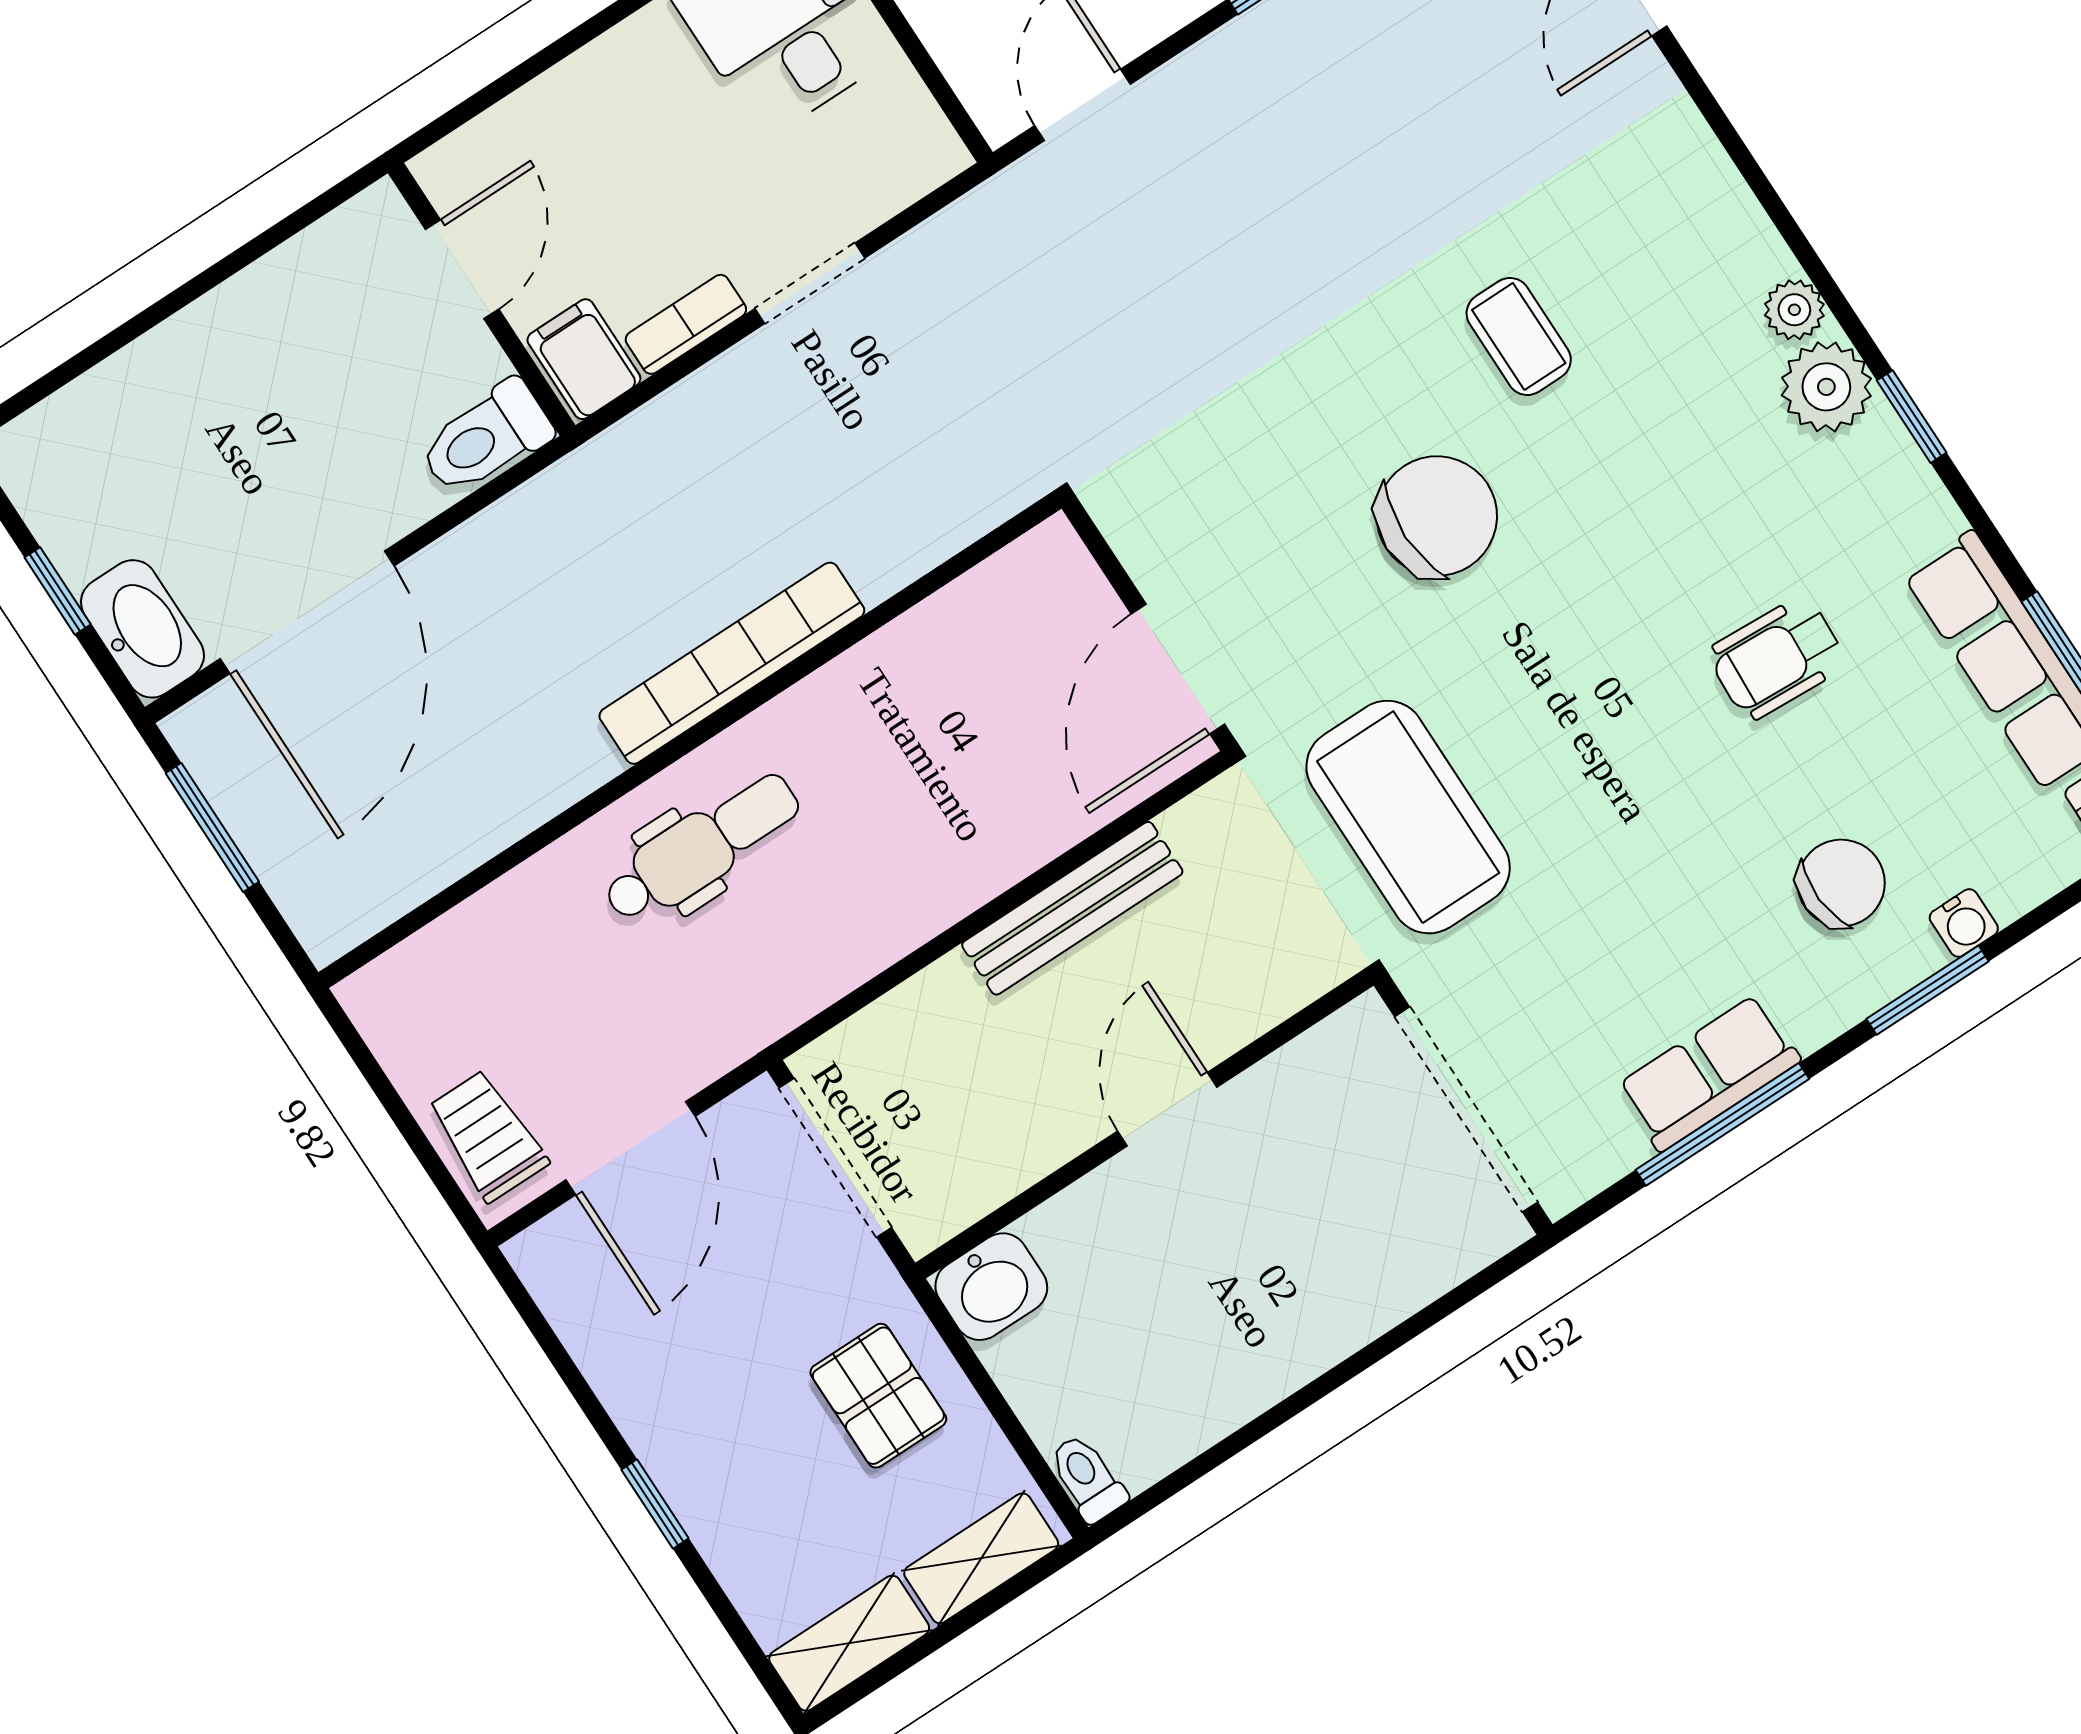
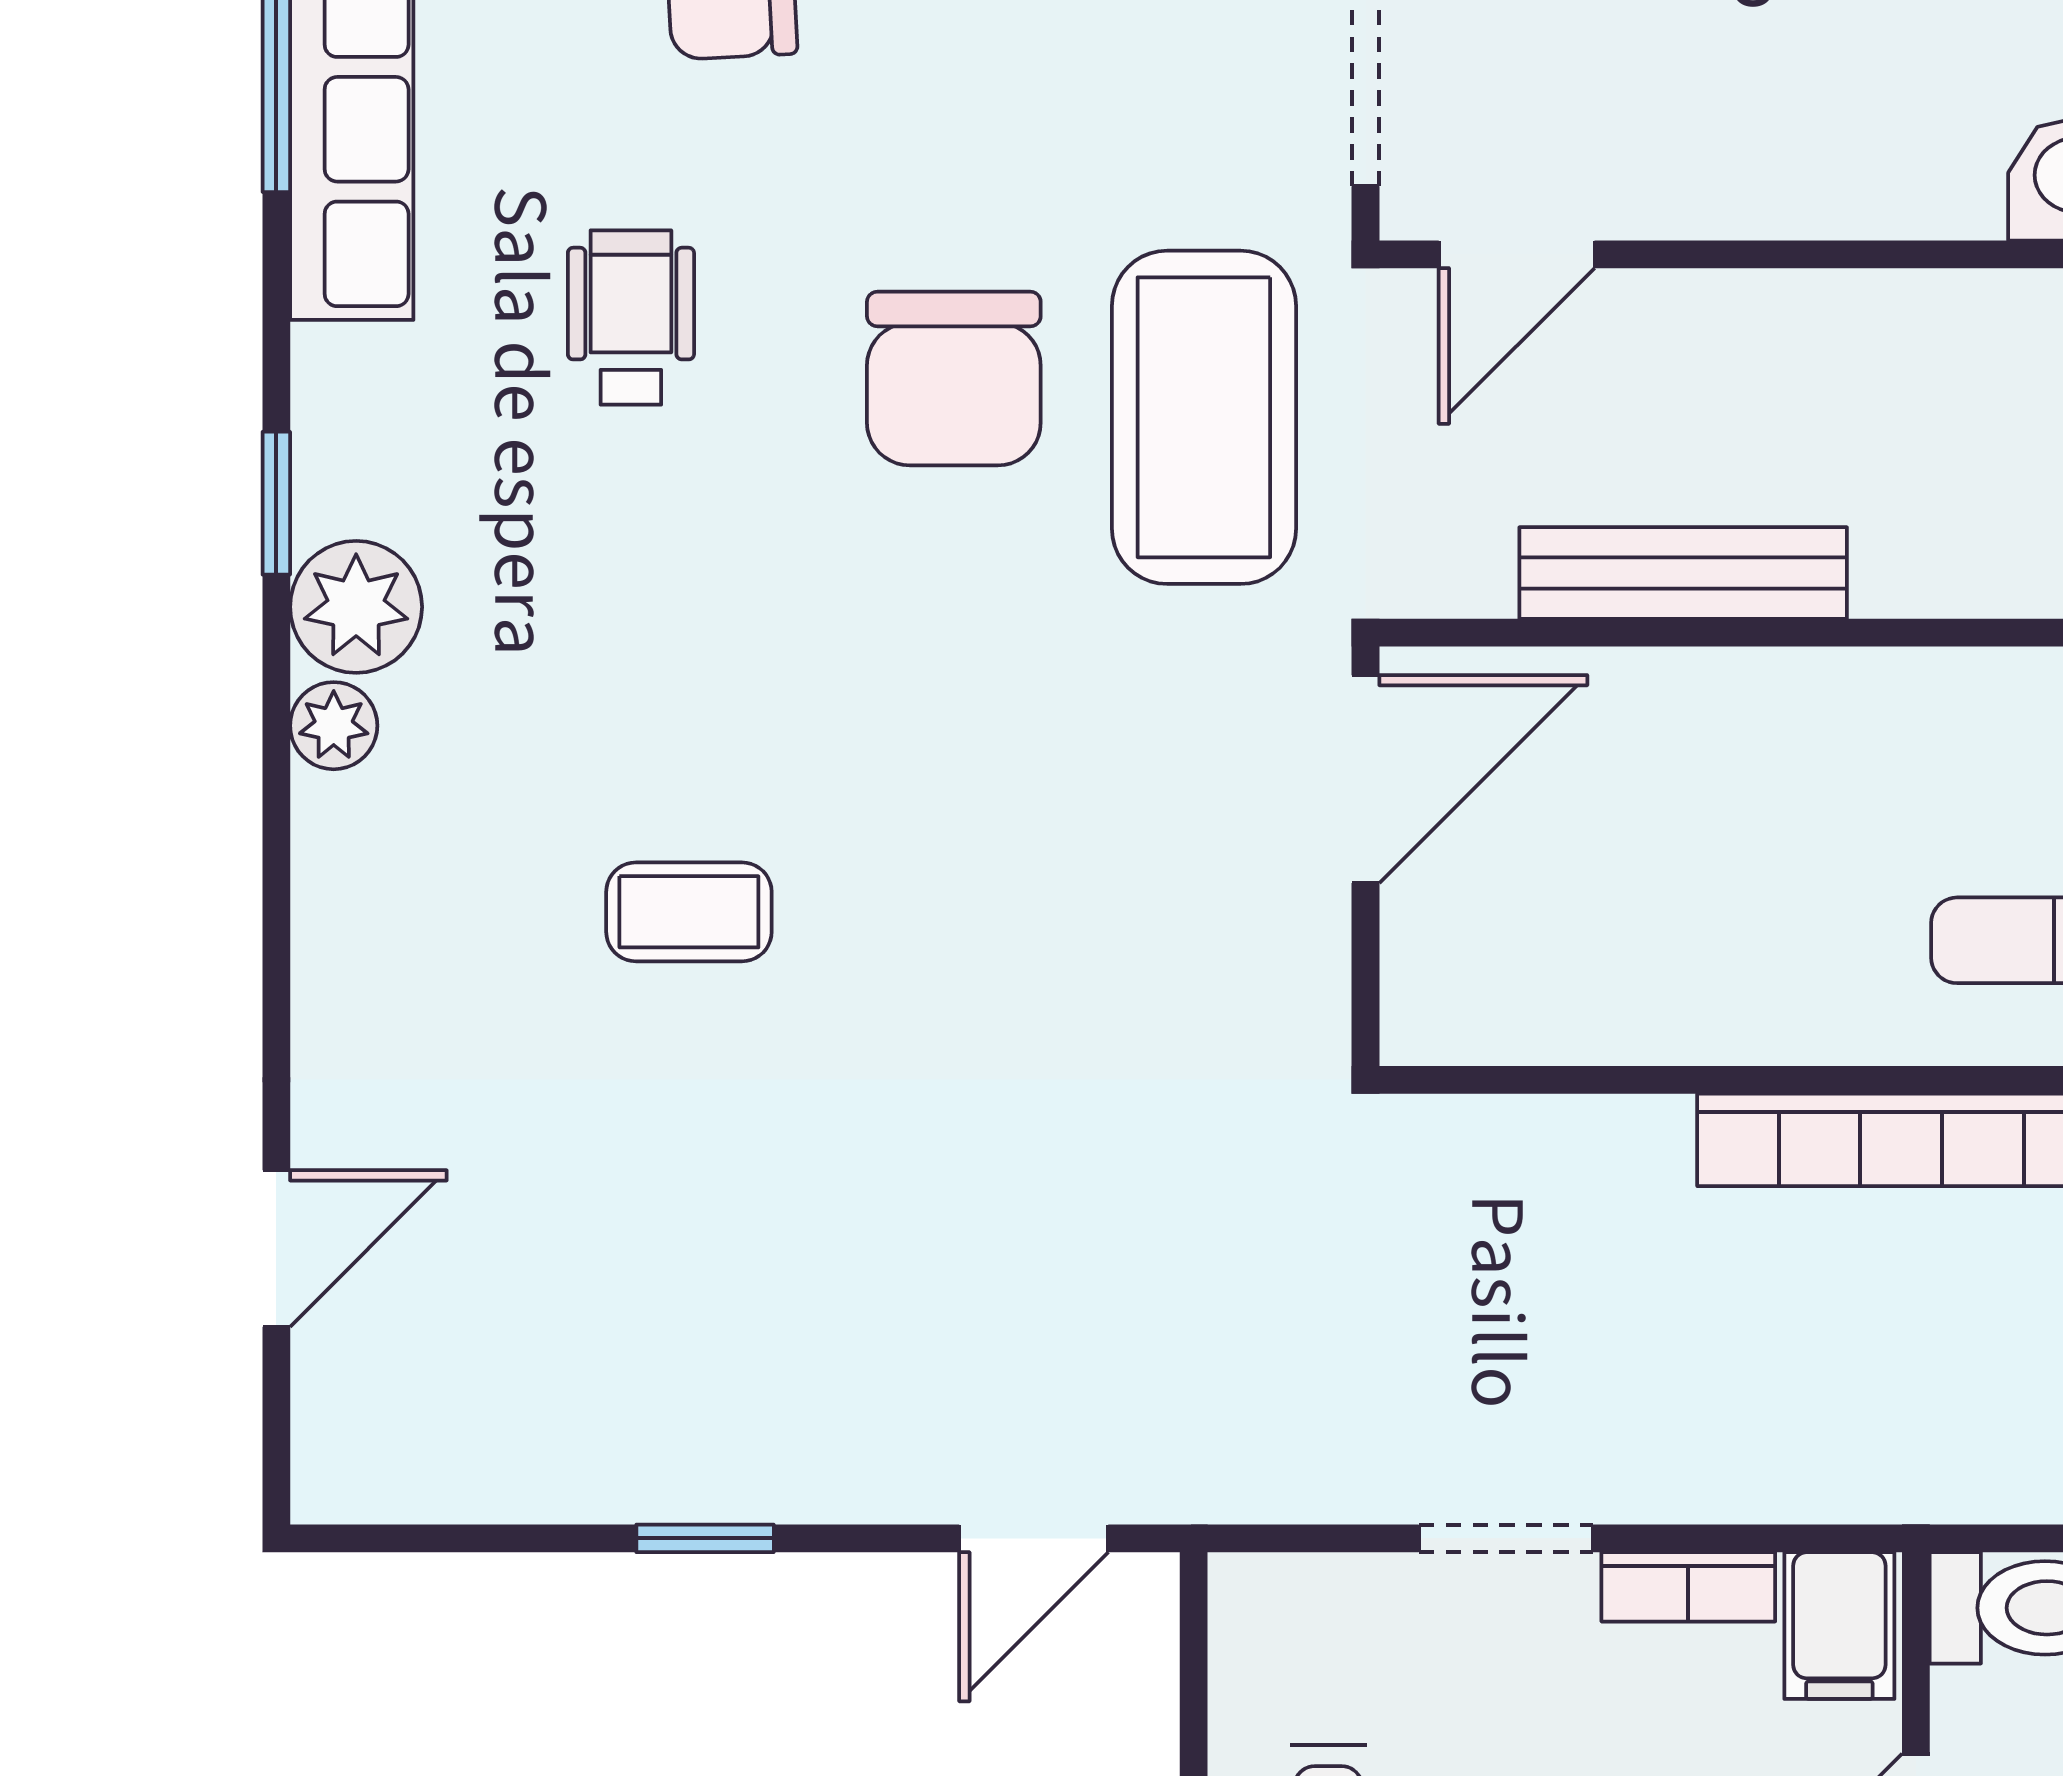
coffee table: (1519, 337) -> (689, 912), turned 90
chair: (1437, 516) -> (954, 378), moved, turned -90
wheelchair: (1777, 658) -> (631, 317), turned -93
door: (1167, 1109) -> (1517, 254), moved

